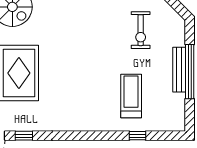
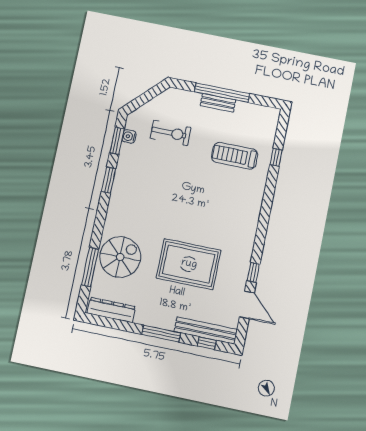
bench: (179, 70) -> (218, 103), width x0.73

